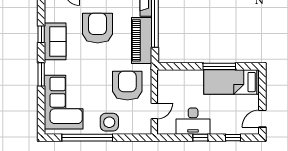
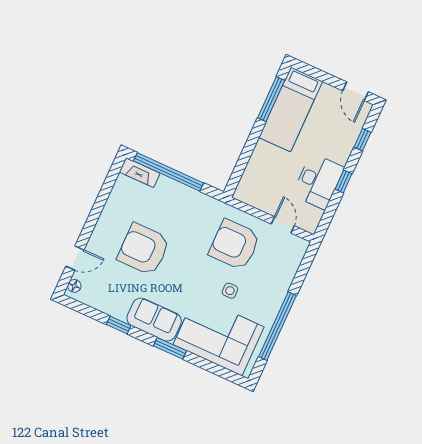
piano: (142, 40) -> (185, 200), removed
sofa: (55, 41) -> (154, 320), moved
window: (219, 66) -> (271, 99), moved
side table: (109, 122) -> (230, 291), moved, width x0.54, depth x0.54

